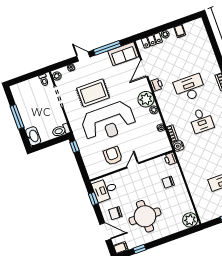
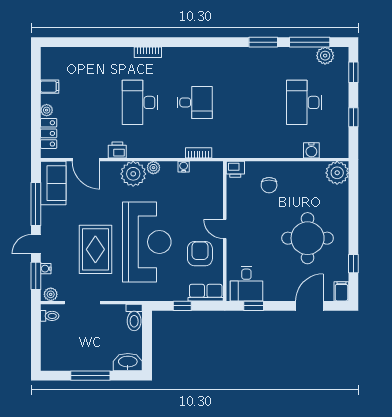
window: (65, 63) -> (36, 276), added
water cooler: (178, 146) -> (311, 150), moved
window: (75, 147) -> (182, 306), moved
armchair: (113, 156) -> (200, 254), turned 90
row of seats: (91, 168) -> (206, 293), added
chair: (115, 213) -> (287, 281), removed

